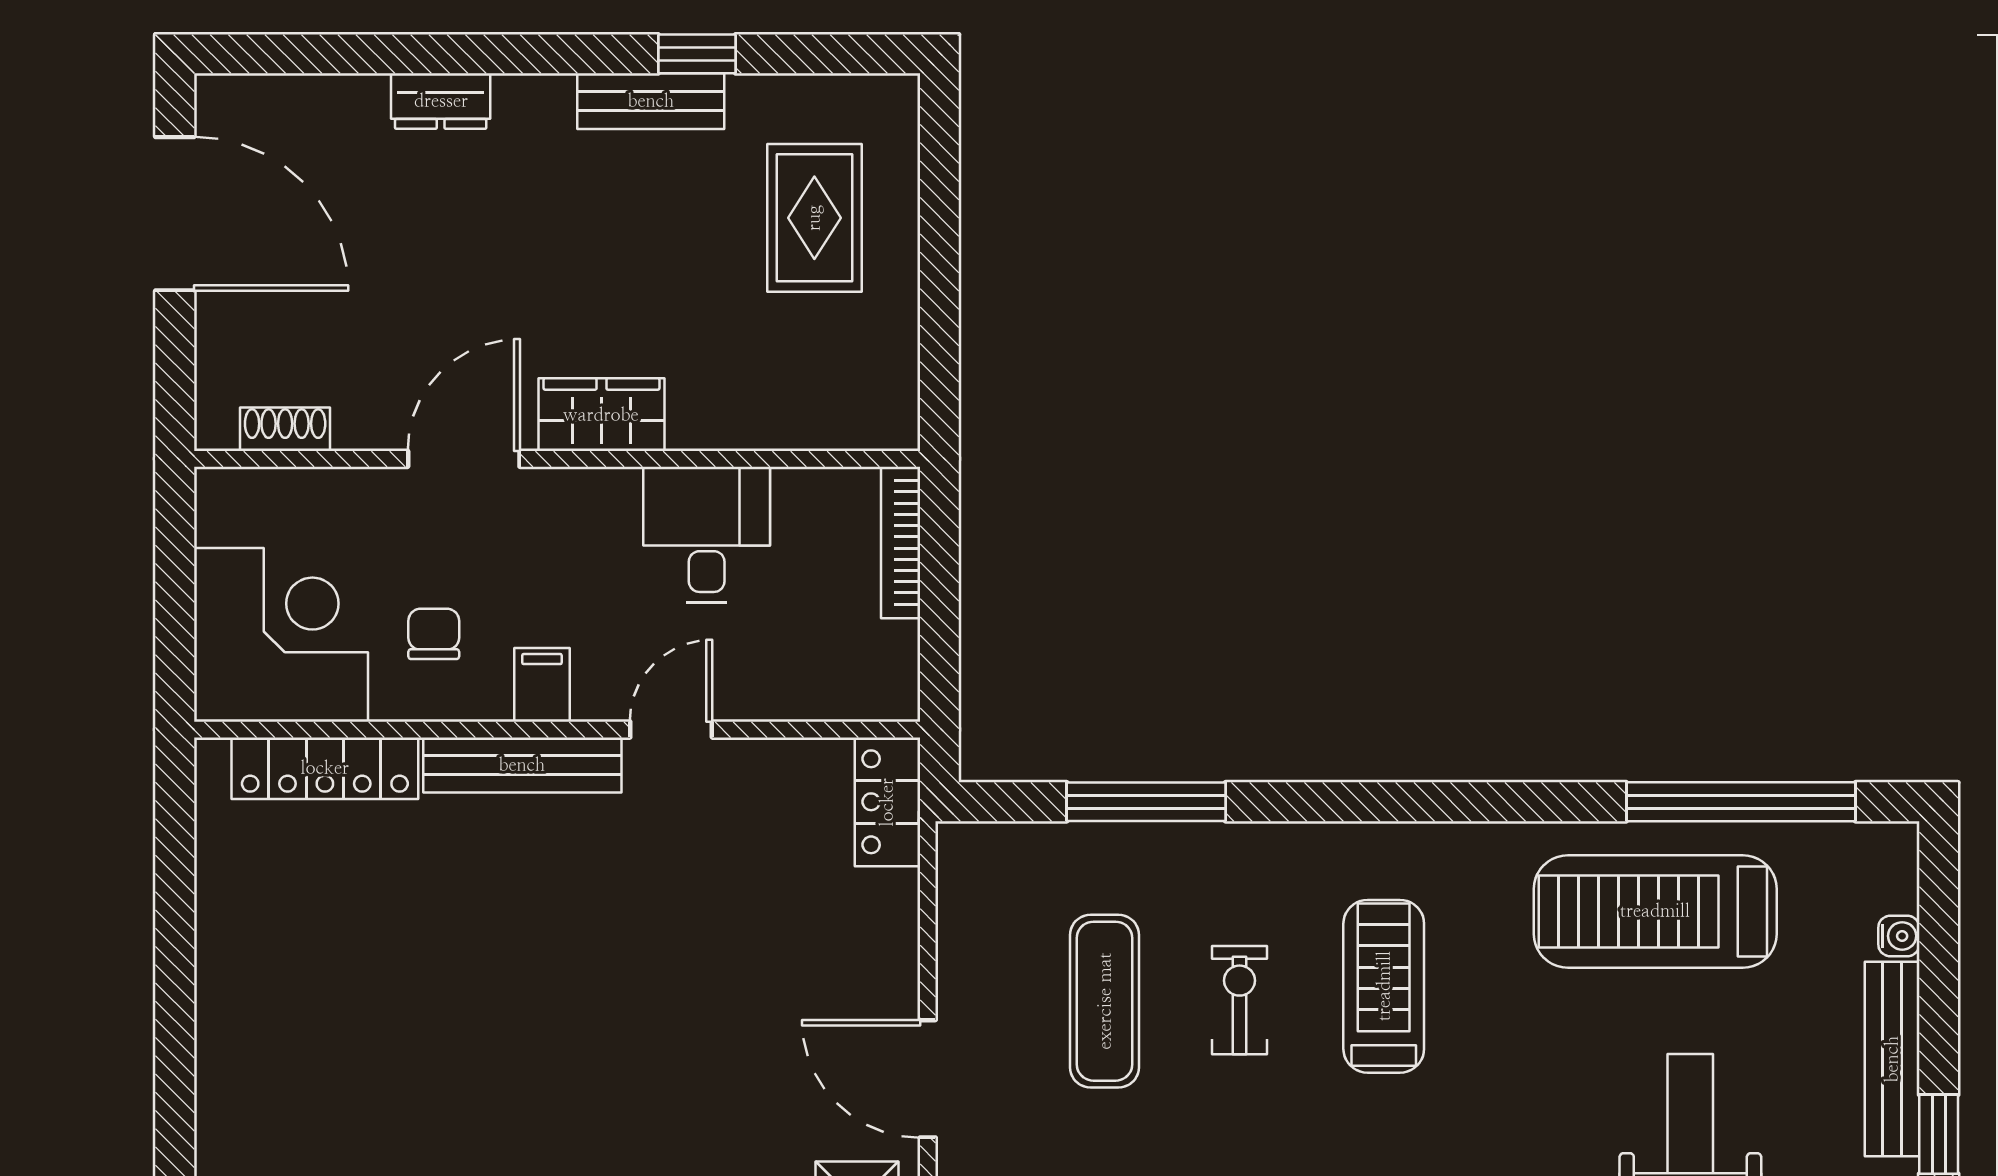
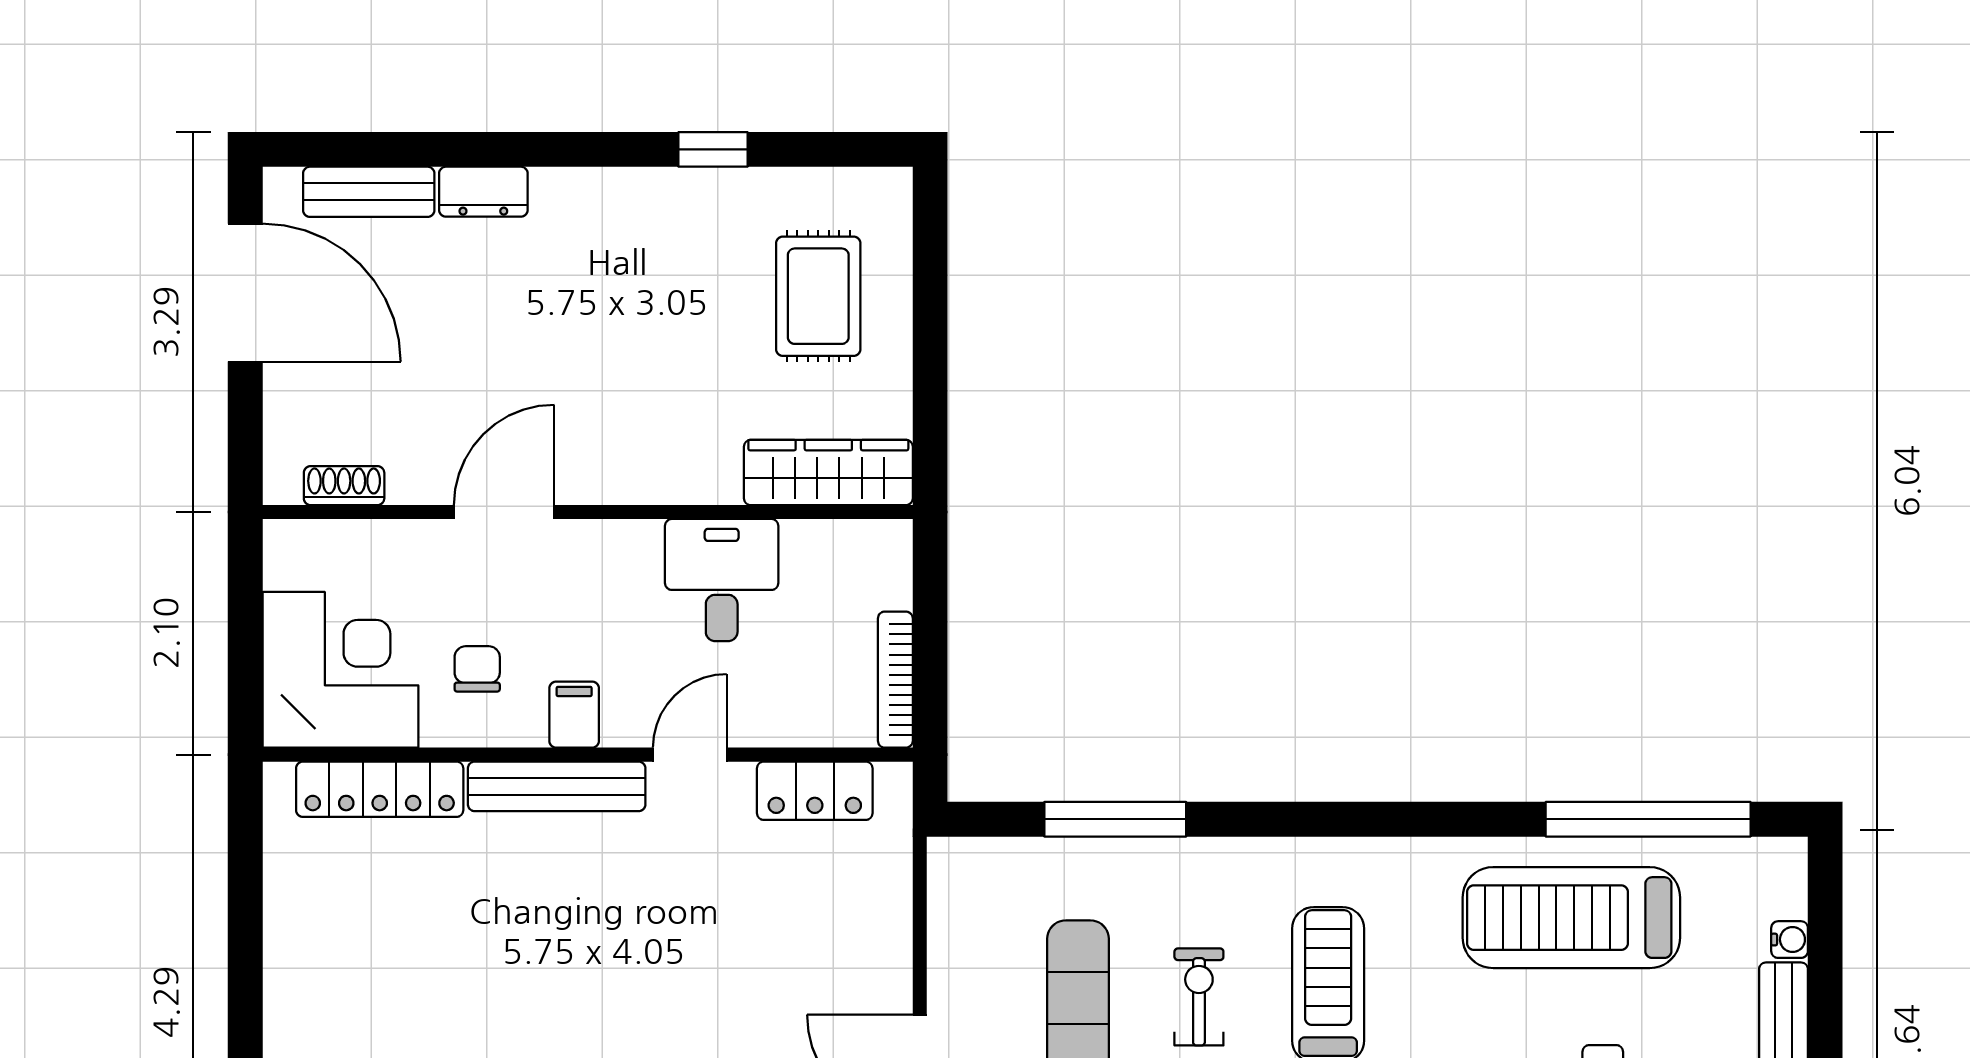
bench: (651, 101) -> (369, 192), moved
wardrobe: (601, 415) -> (828, 473), moved, width x1.50
bookcase: (901, 542) -> (895, 680), moved
locker: (887, 802) -> (815, 791), moved, turned -90

